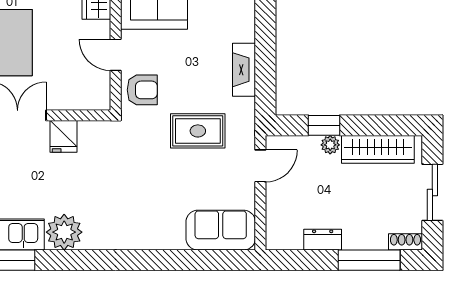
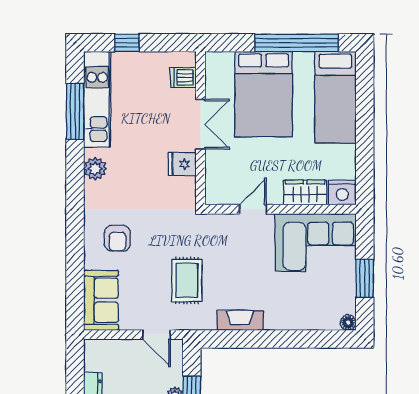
armchair: (142, 90) -> (117, 238), moved
plant: (64, 232) -> (95, 169), width x0.73, depth x0.73

